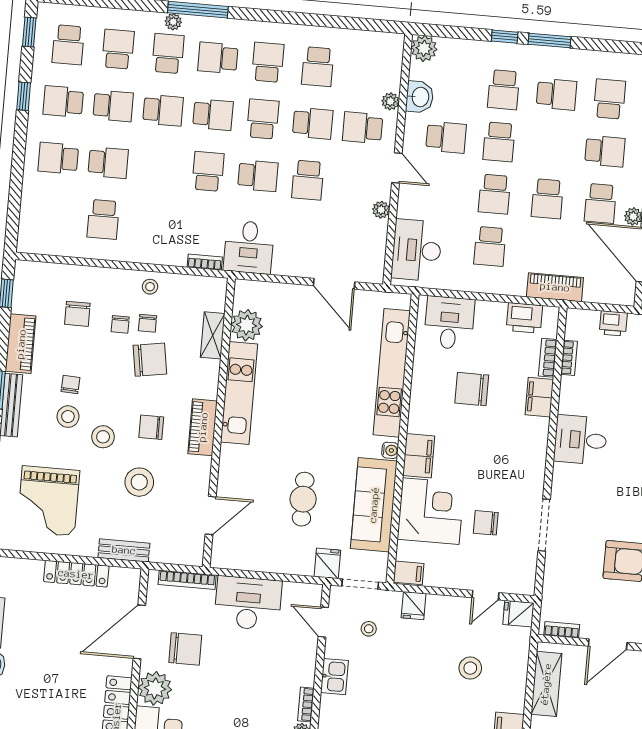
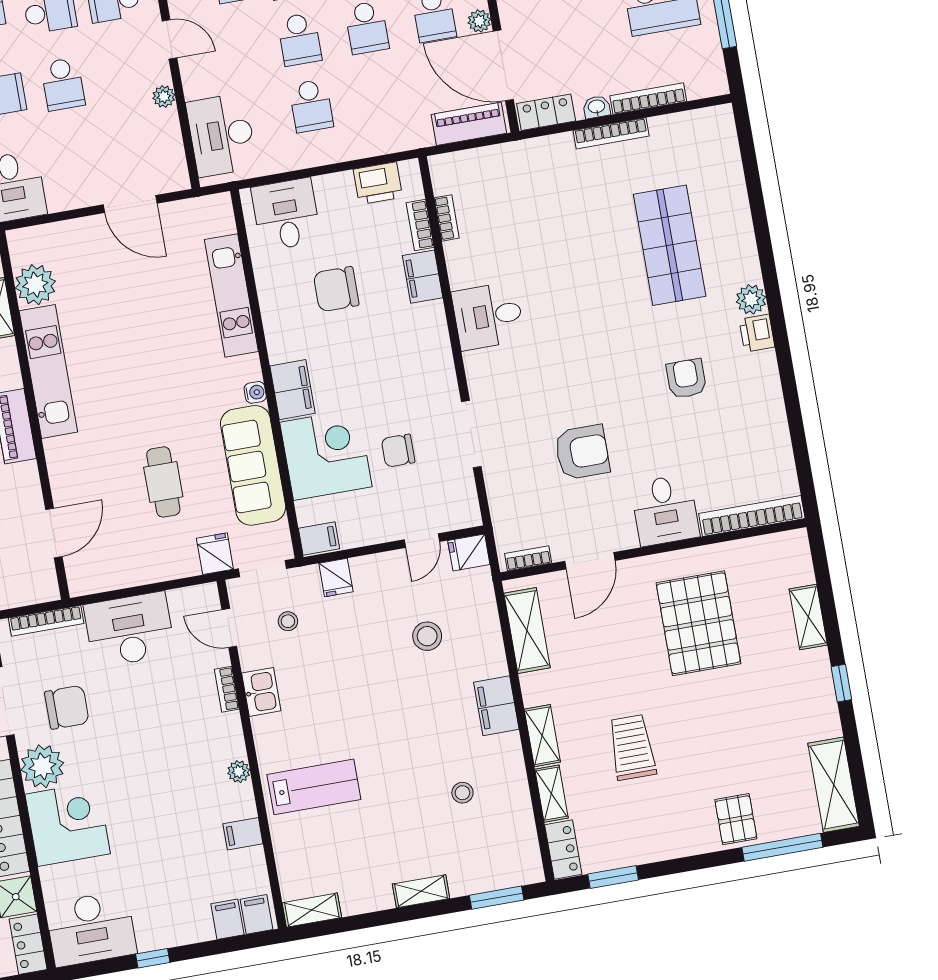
piano: (555, 287) -> (469, 124), moved
printer: (613, 323) -> (490, 161), removed
kitchen unit: (392, 373) -> (231, 296), width x0.73
bookcase: (306, 704) -> (227, 689), moved

